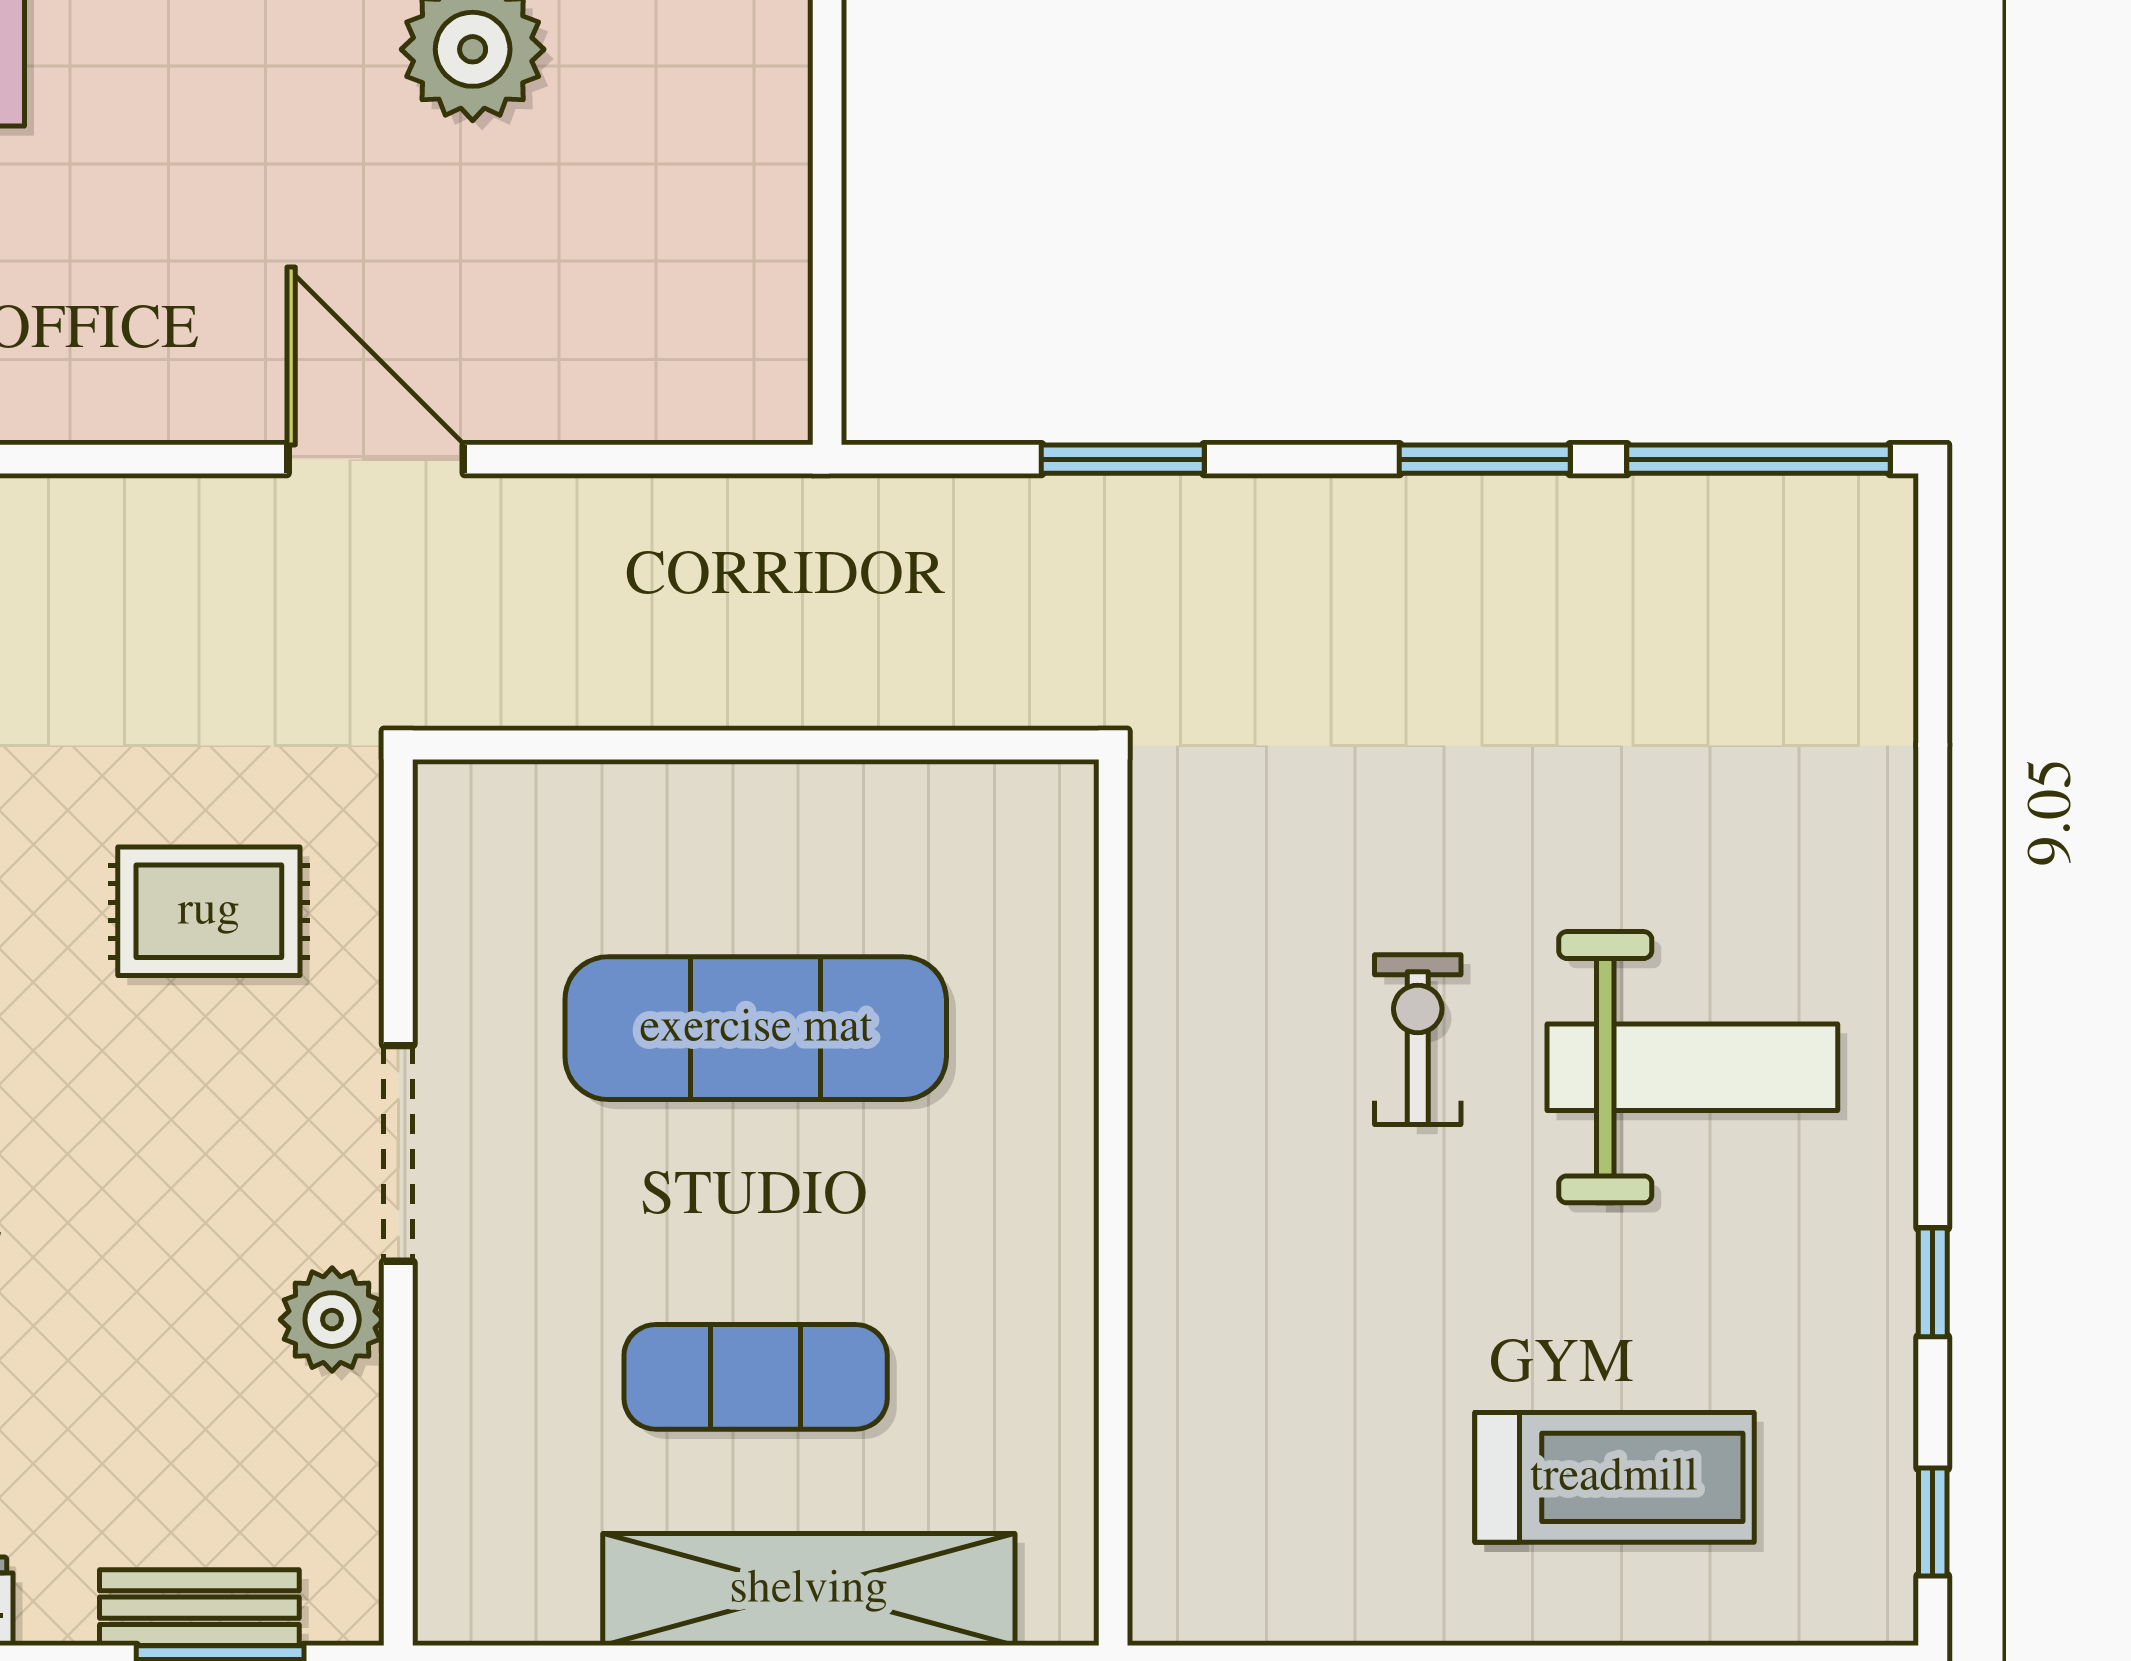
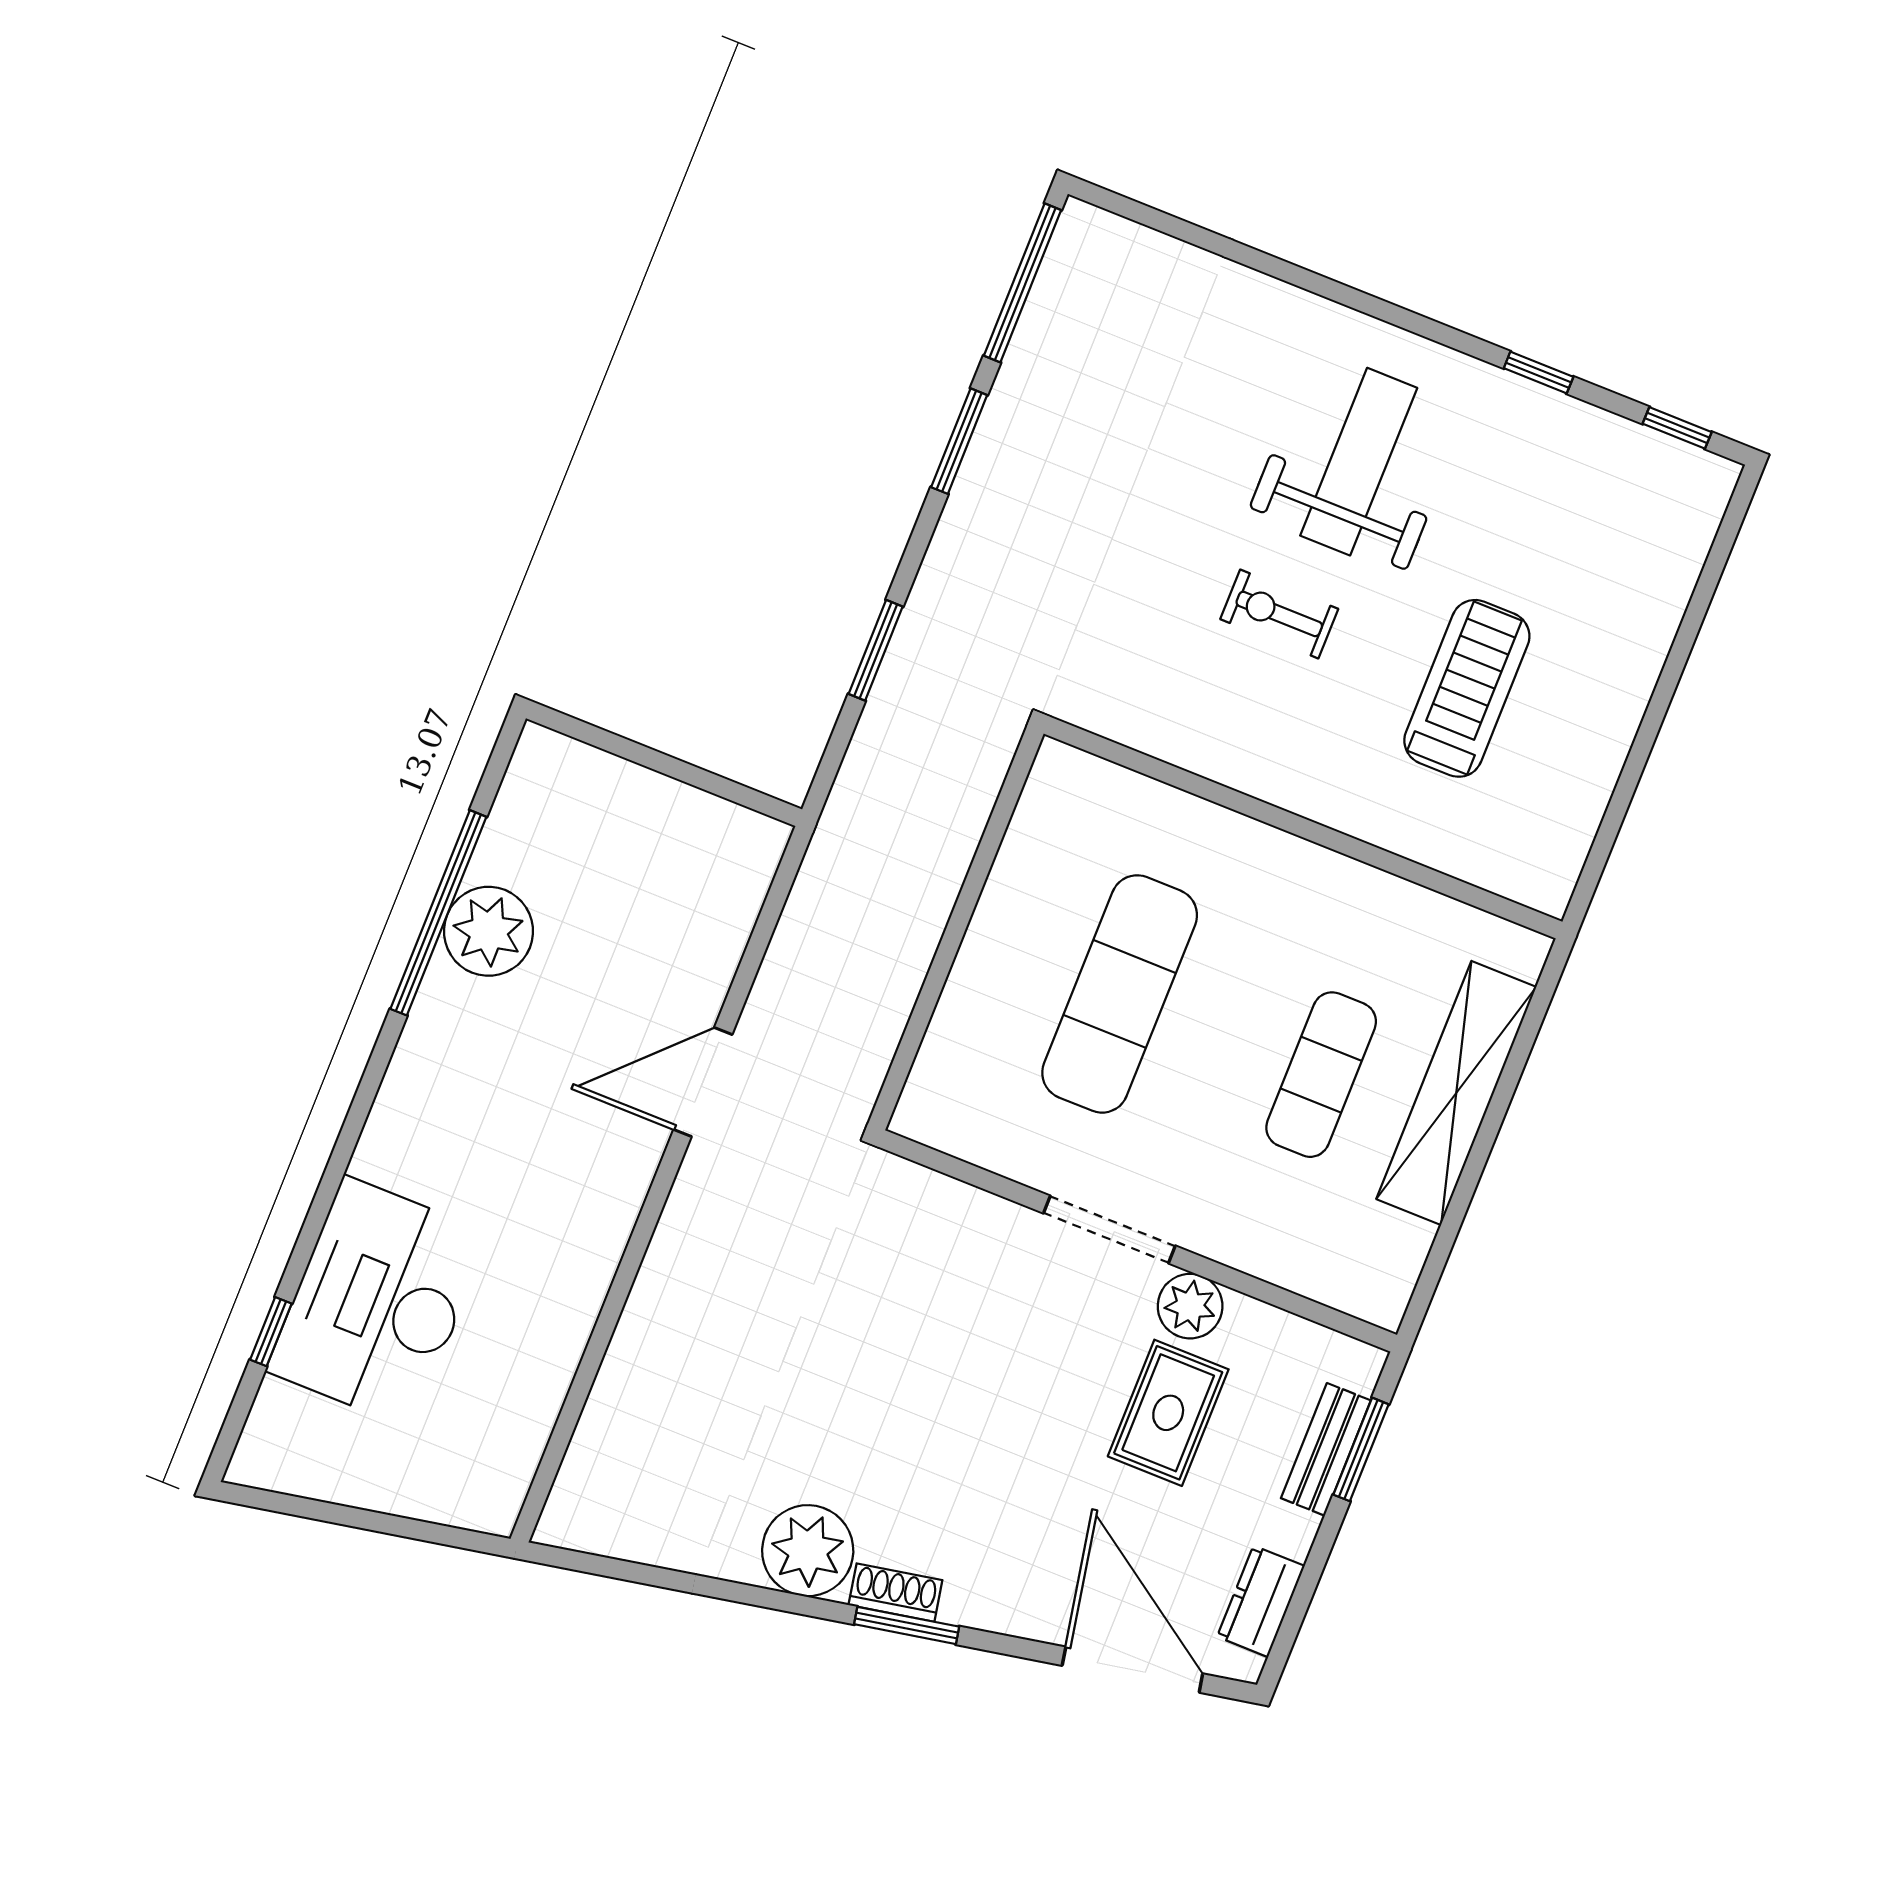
rug: (209, 911) -> (1168, 1413), moved
treadmill: (1614, 1477) -> (1467, 688), moved

